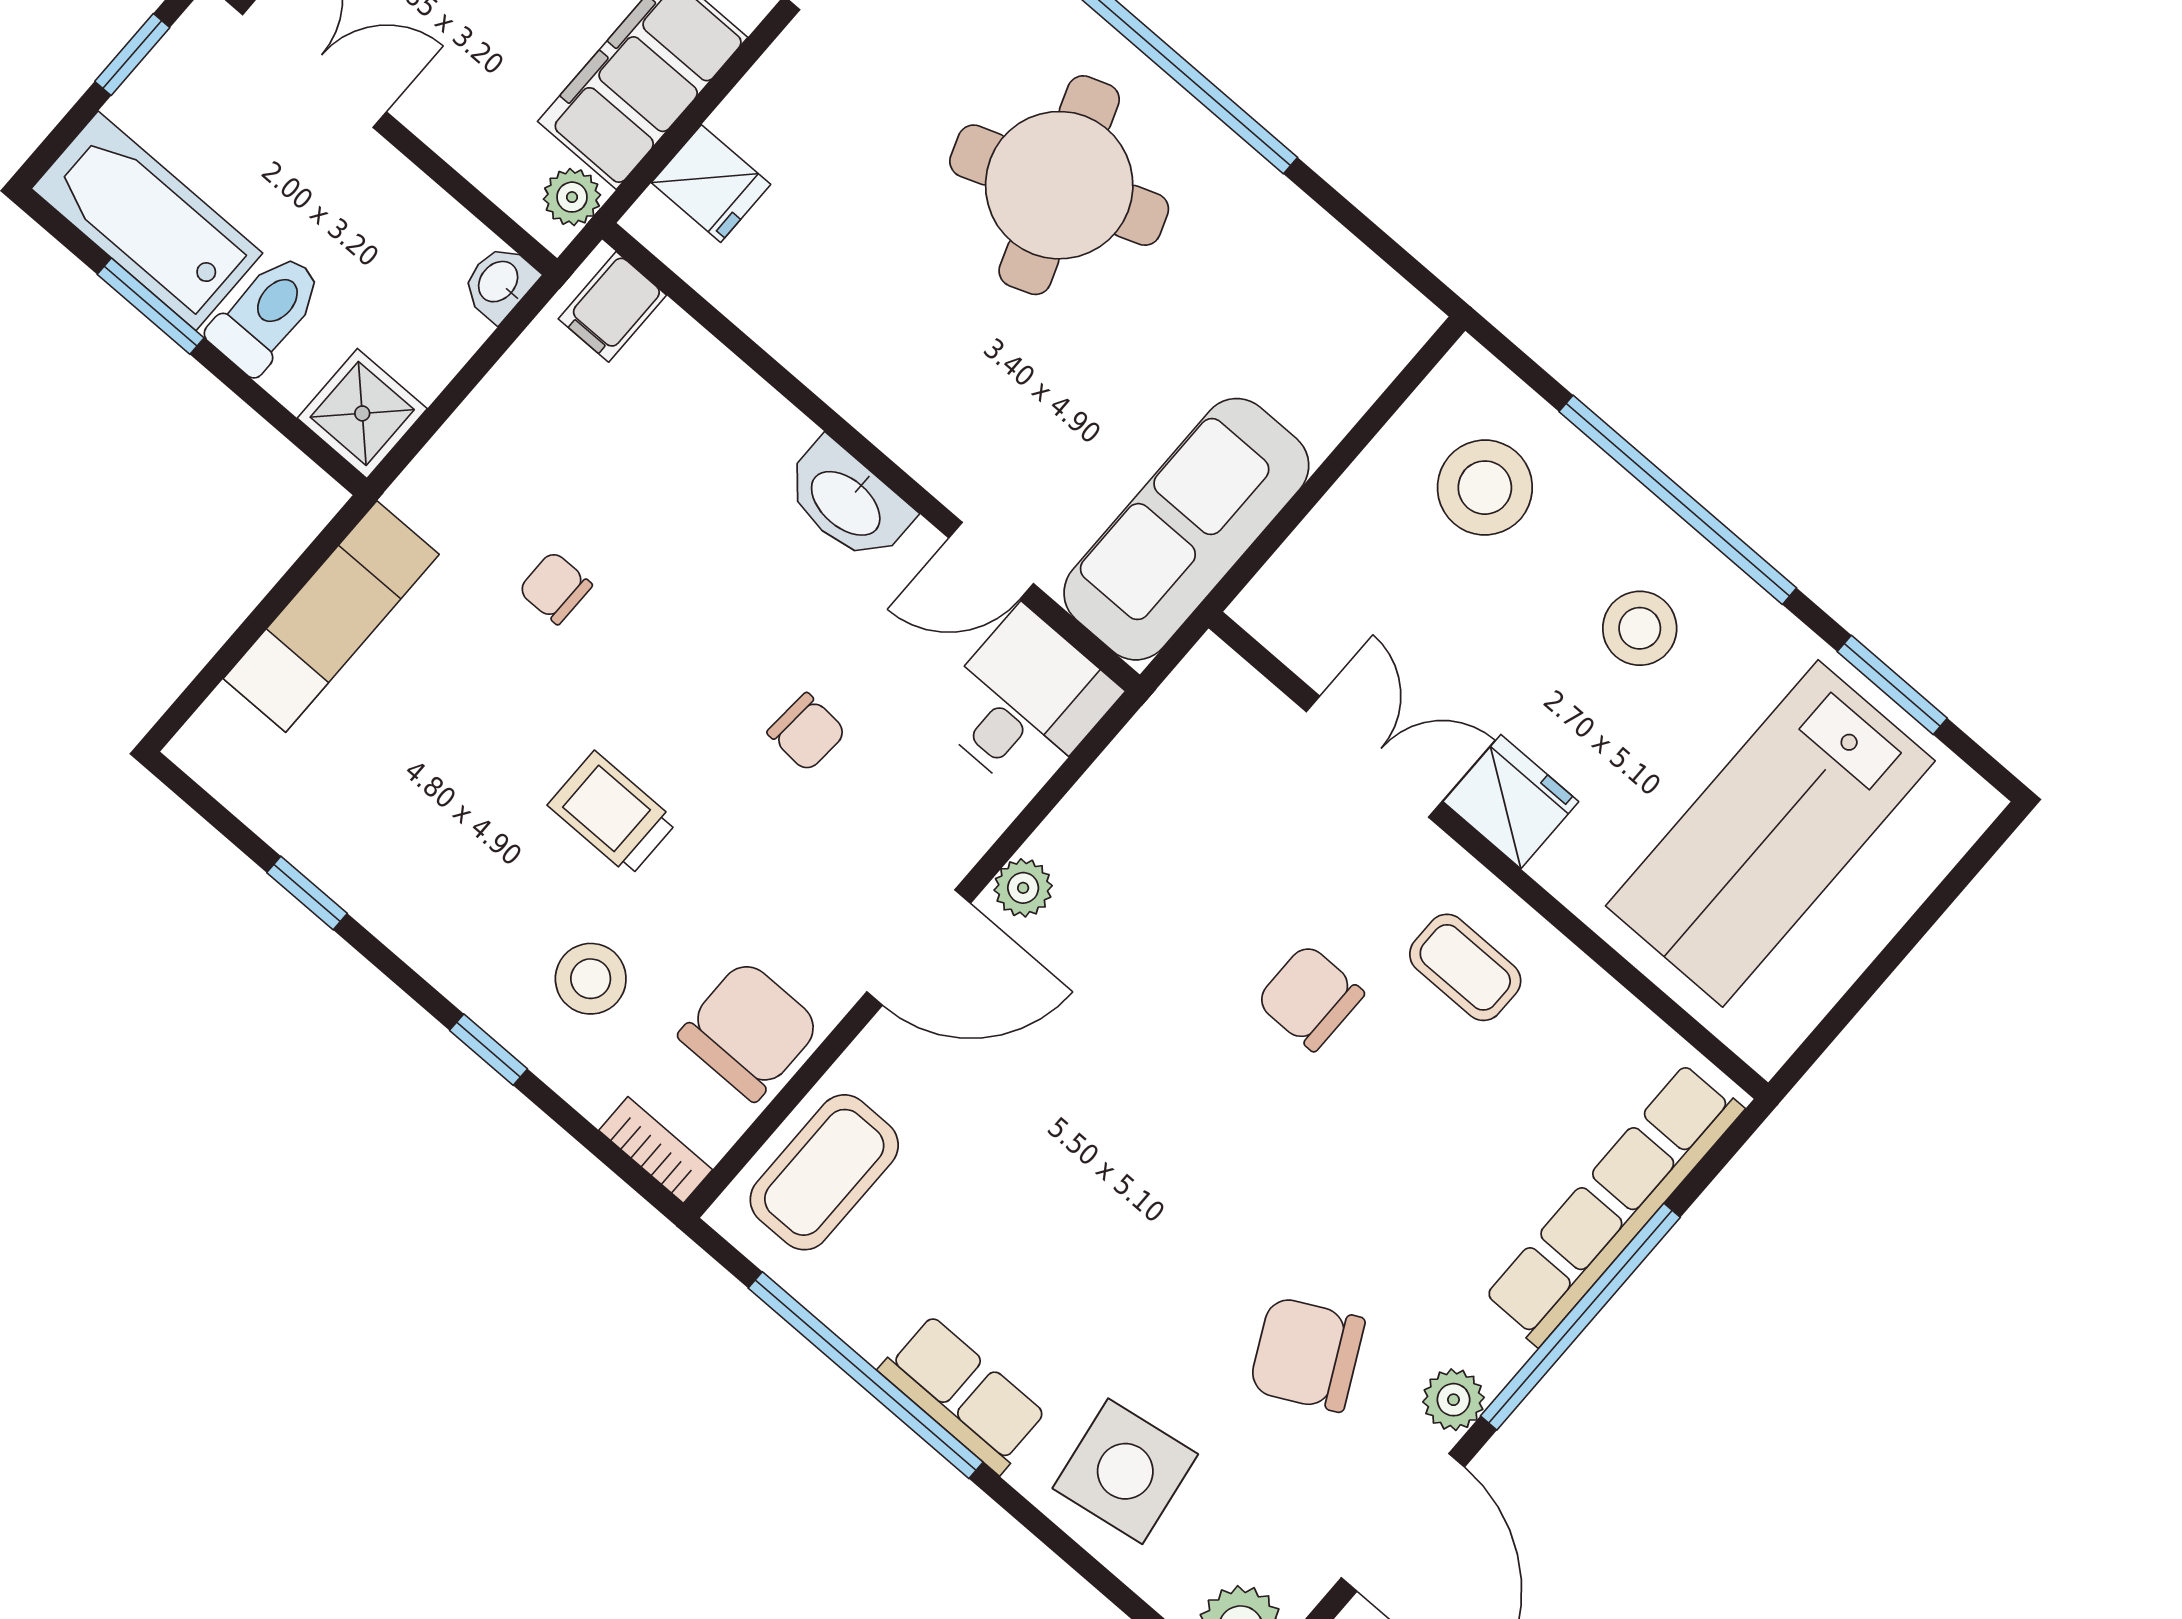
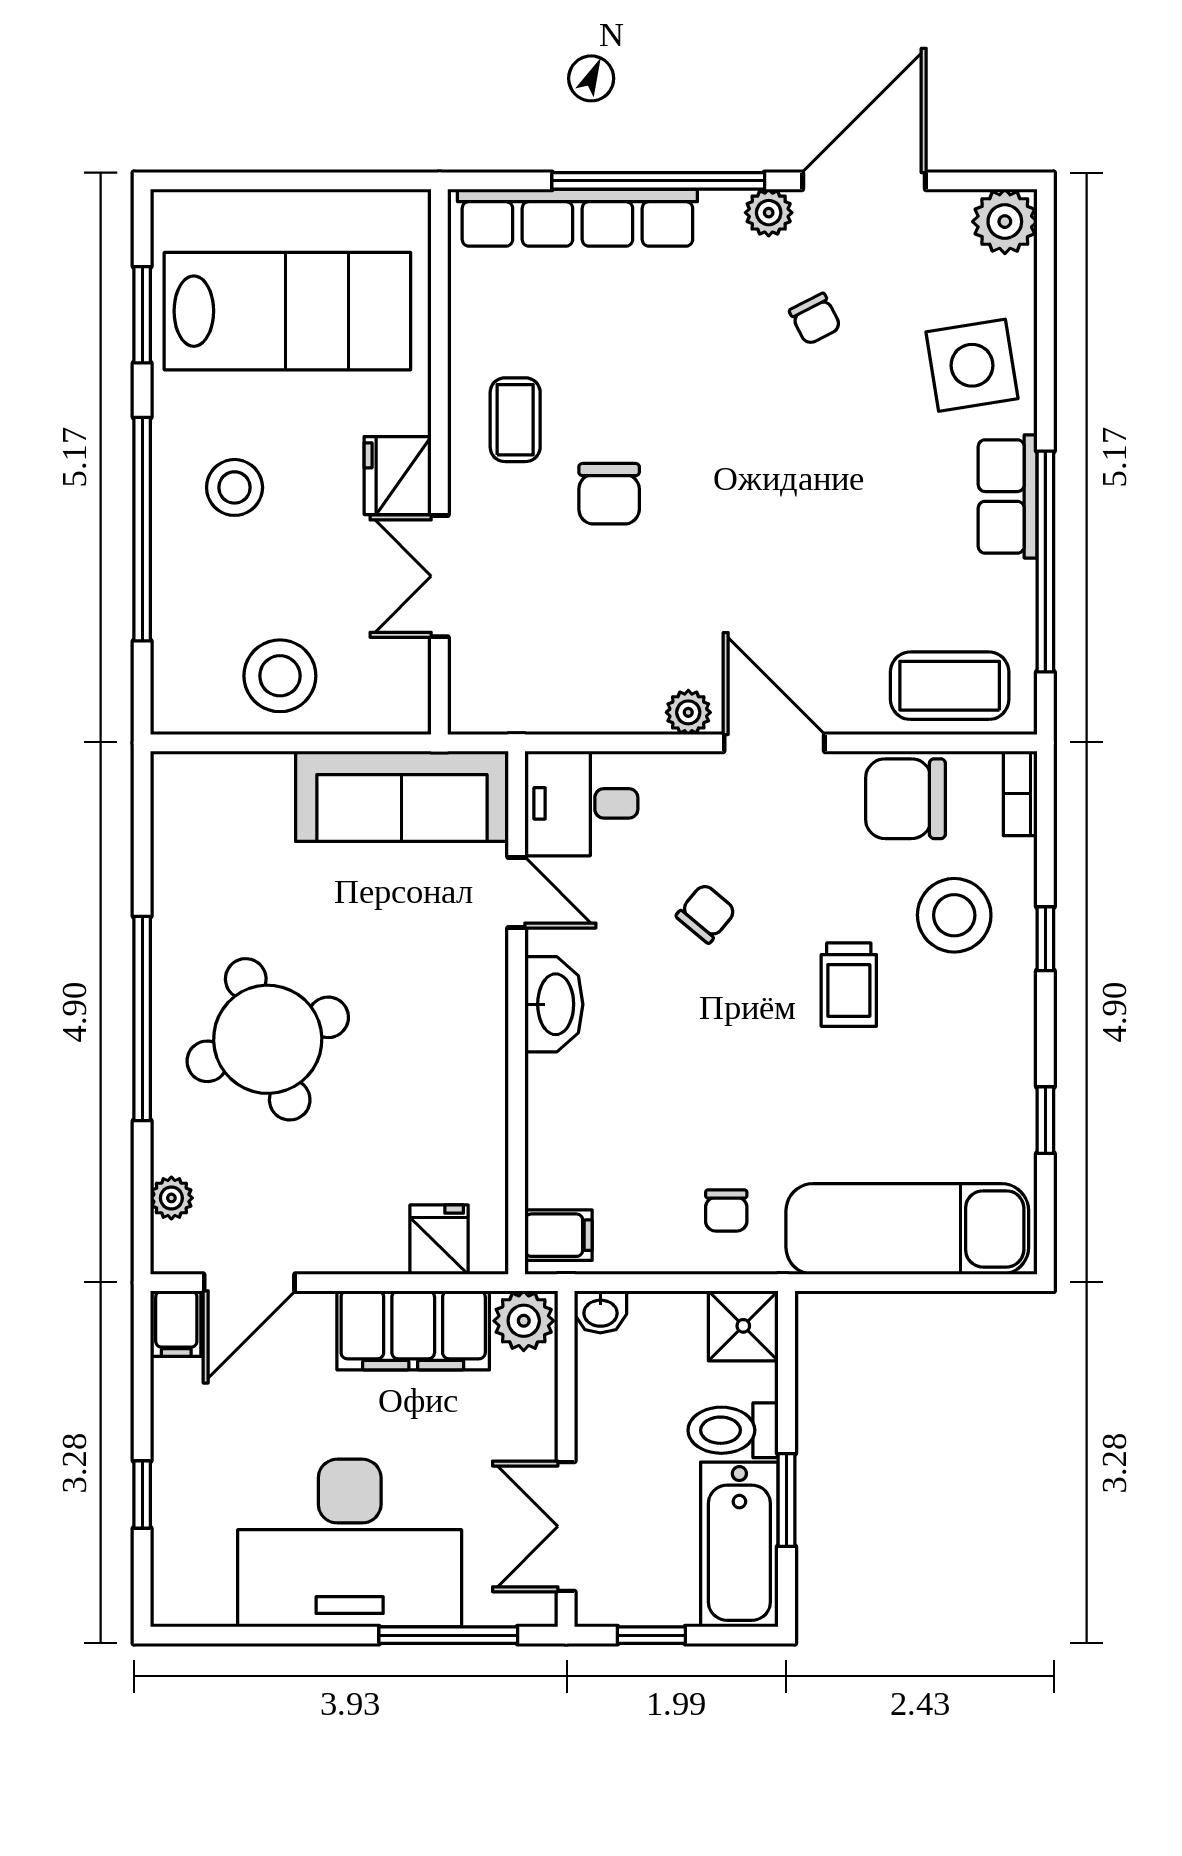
plant: (572, 197) -> (524, 1321), width x1.38, depth x1.38
stool: (1485, 488) -> (280, 676), moved
chair: (555, 588) -> (726, 1210), moved
exam couch: (331, 616) -> (907, 1229), width x1.36, depth x1.45
chair: (807, 732) -> (706, 913), turned 36
stool: (591, 979) -> (954, 915), width x1.38, depth x1.38
chair: (1307, 1354) -> (815, 319), width x0.54, depth x0.54

